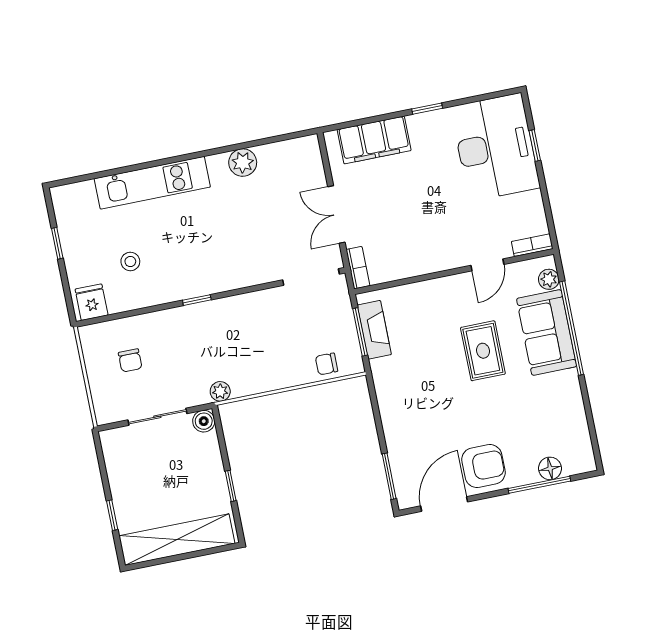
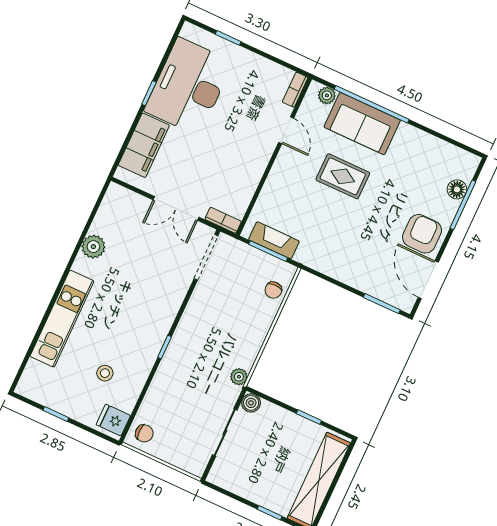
desk: (495, 147) -> (189, 86), moved, turned -90
chair: (130, 360) -> (144, 433), moved

